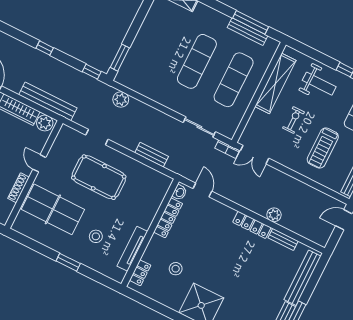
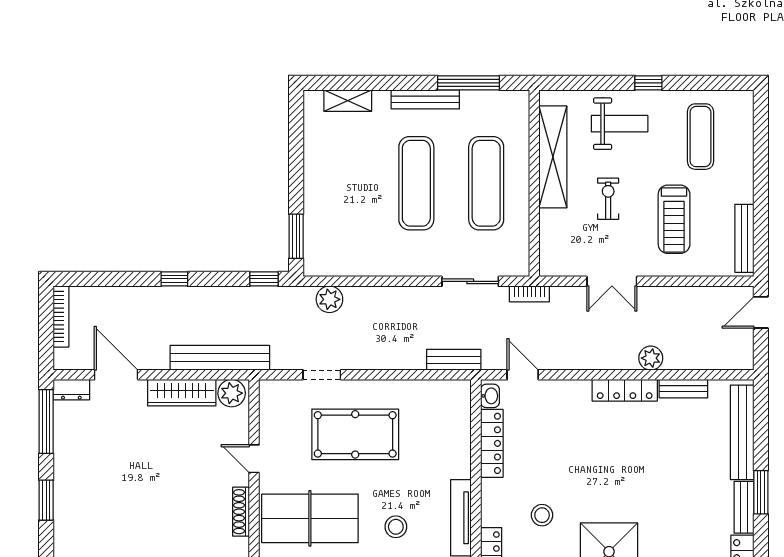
bench: (248, 32) -> (425, 99), moved
bench: (152, 155) -> (454, 360), moved
double door: (254, 155) -> (612, 281), moved

